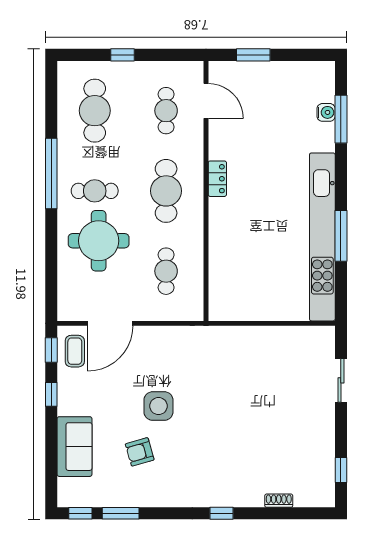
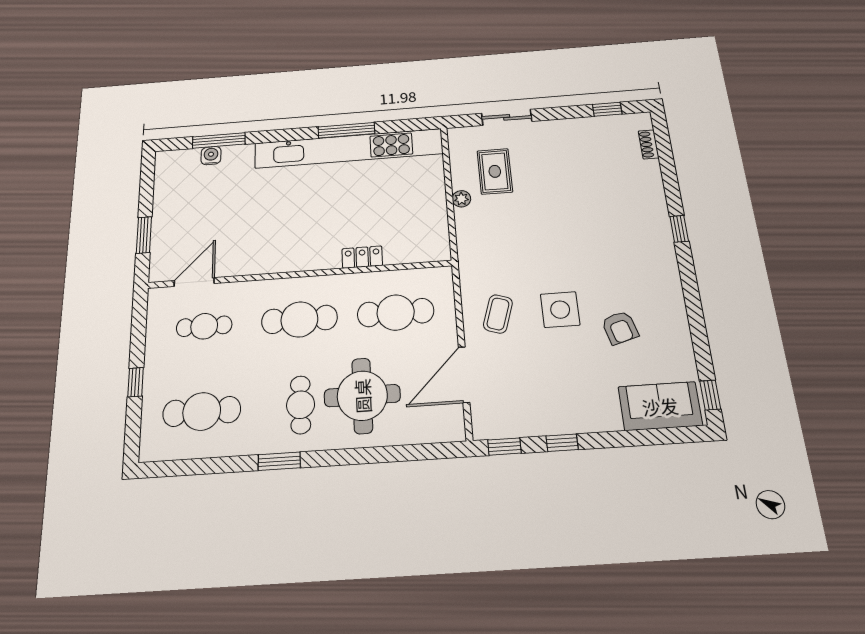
window: (51, 173) -> (279, 461), width x0.47
locker: (217, 179) -> (362, 257), moved
cafe table: (166, 271) -> (396, 313), width x1.37, depth x1.35
door: (110, 323) -> (464, 375), swing flipped
plant: (265, 334) -> (461, 199), added
coffee table: (75, 351) -> (498, 314), moved, turned -72
rug: (288, 365) -> (495, 171), added
sofa: (74, 447) -> (660, 406), moved
shoe rack: (279, 501) -> (649, 144), moved
window: (121, 513) -> (701, 345), removed

